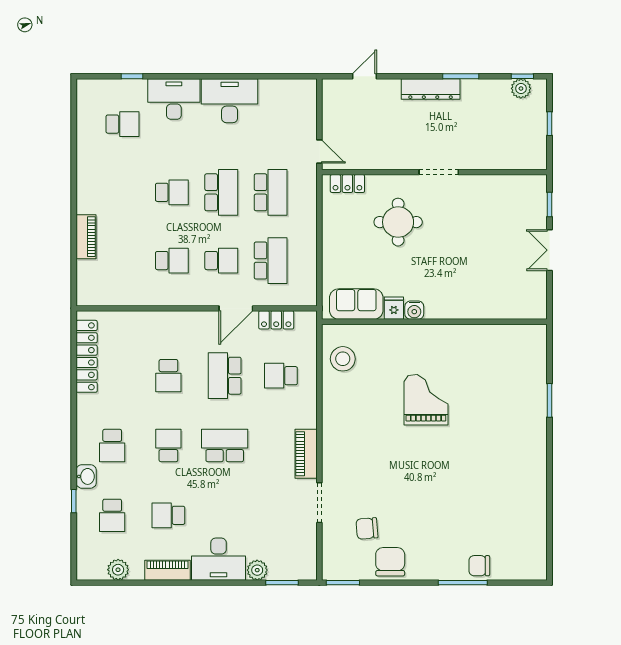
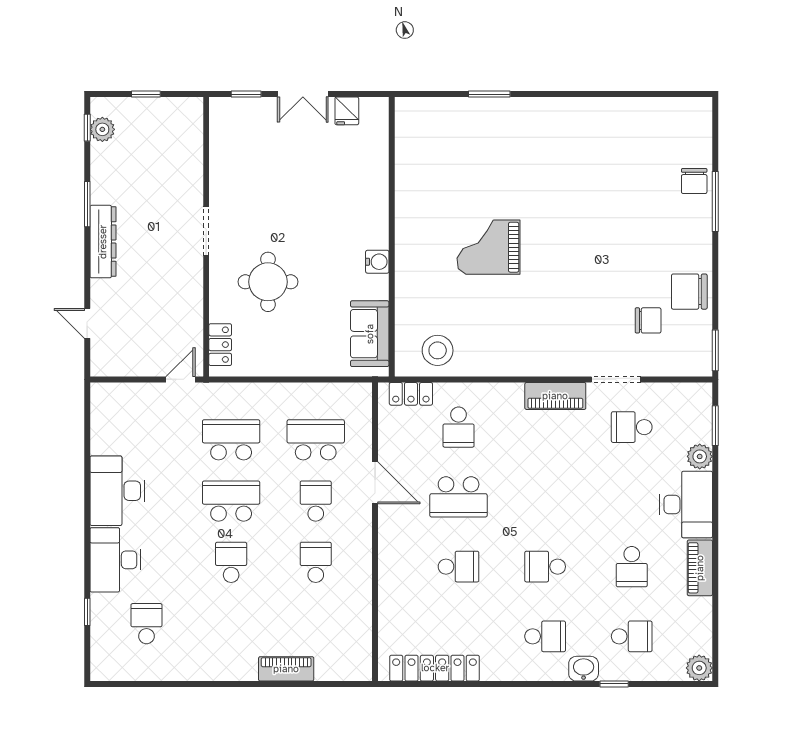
fridge: (394, 308) -> (347, 111), moved, turned -90
locker: (276, 320) -> (411, 394), moved, turned 90
school desk: (225, 445) -> (632, 427), moved, width x0.54
chair: (367, 529) -> (648, 320), turned -85
plant: (118, 570) -> (699, 668), moved

